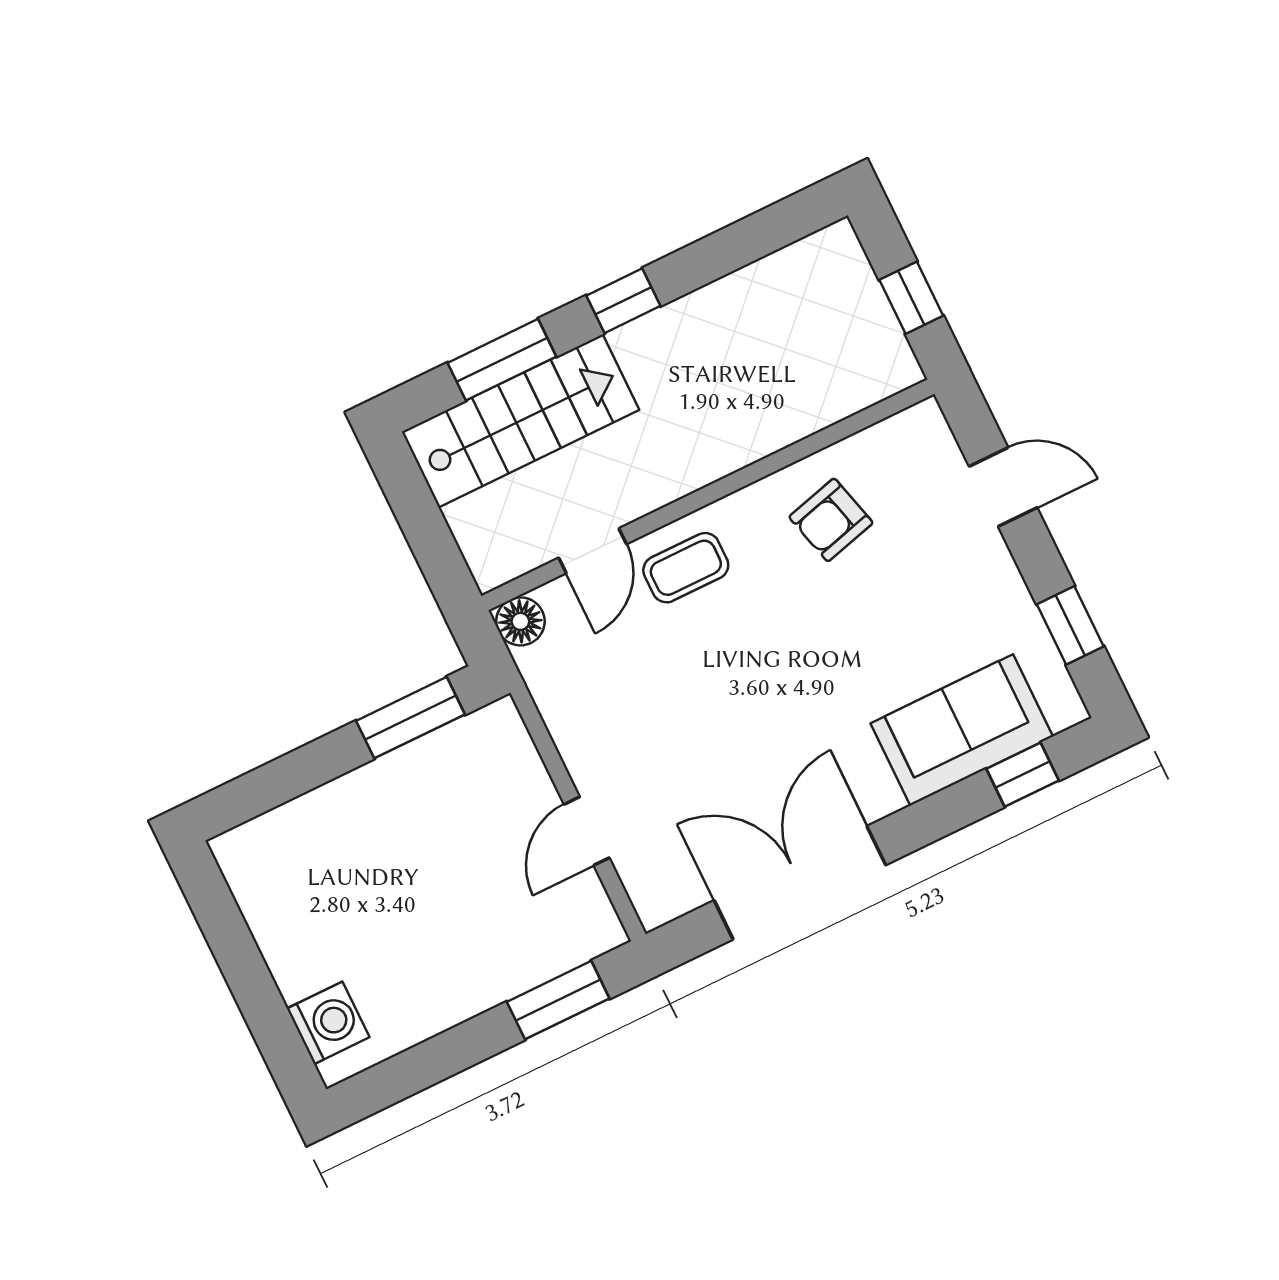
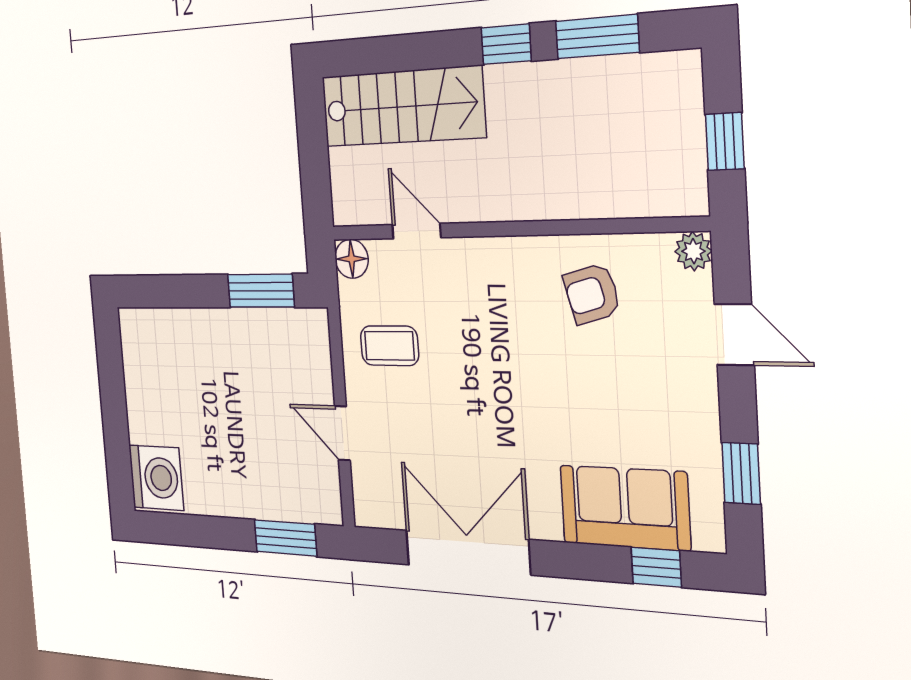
window: (502, 360) -> (597, 37), moved
plant: (924, 423) -> (693, 251), added
door: (593, 551) -> (416, 231), swing flipped
coffee table: (686, 568) -> (389, 346), moved
door: (587, 831) -> (342, 433), hinge flipped
washing machine: (328, 1023) -> (156, 478), width x1.37, depth x1.37

